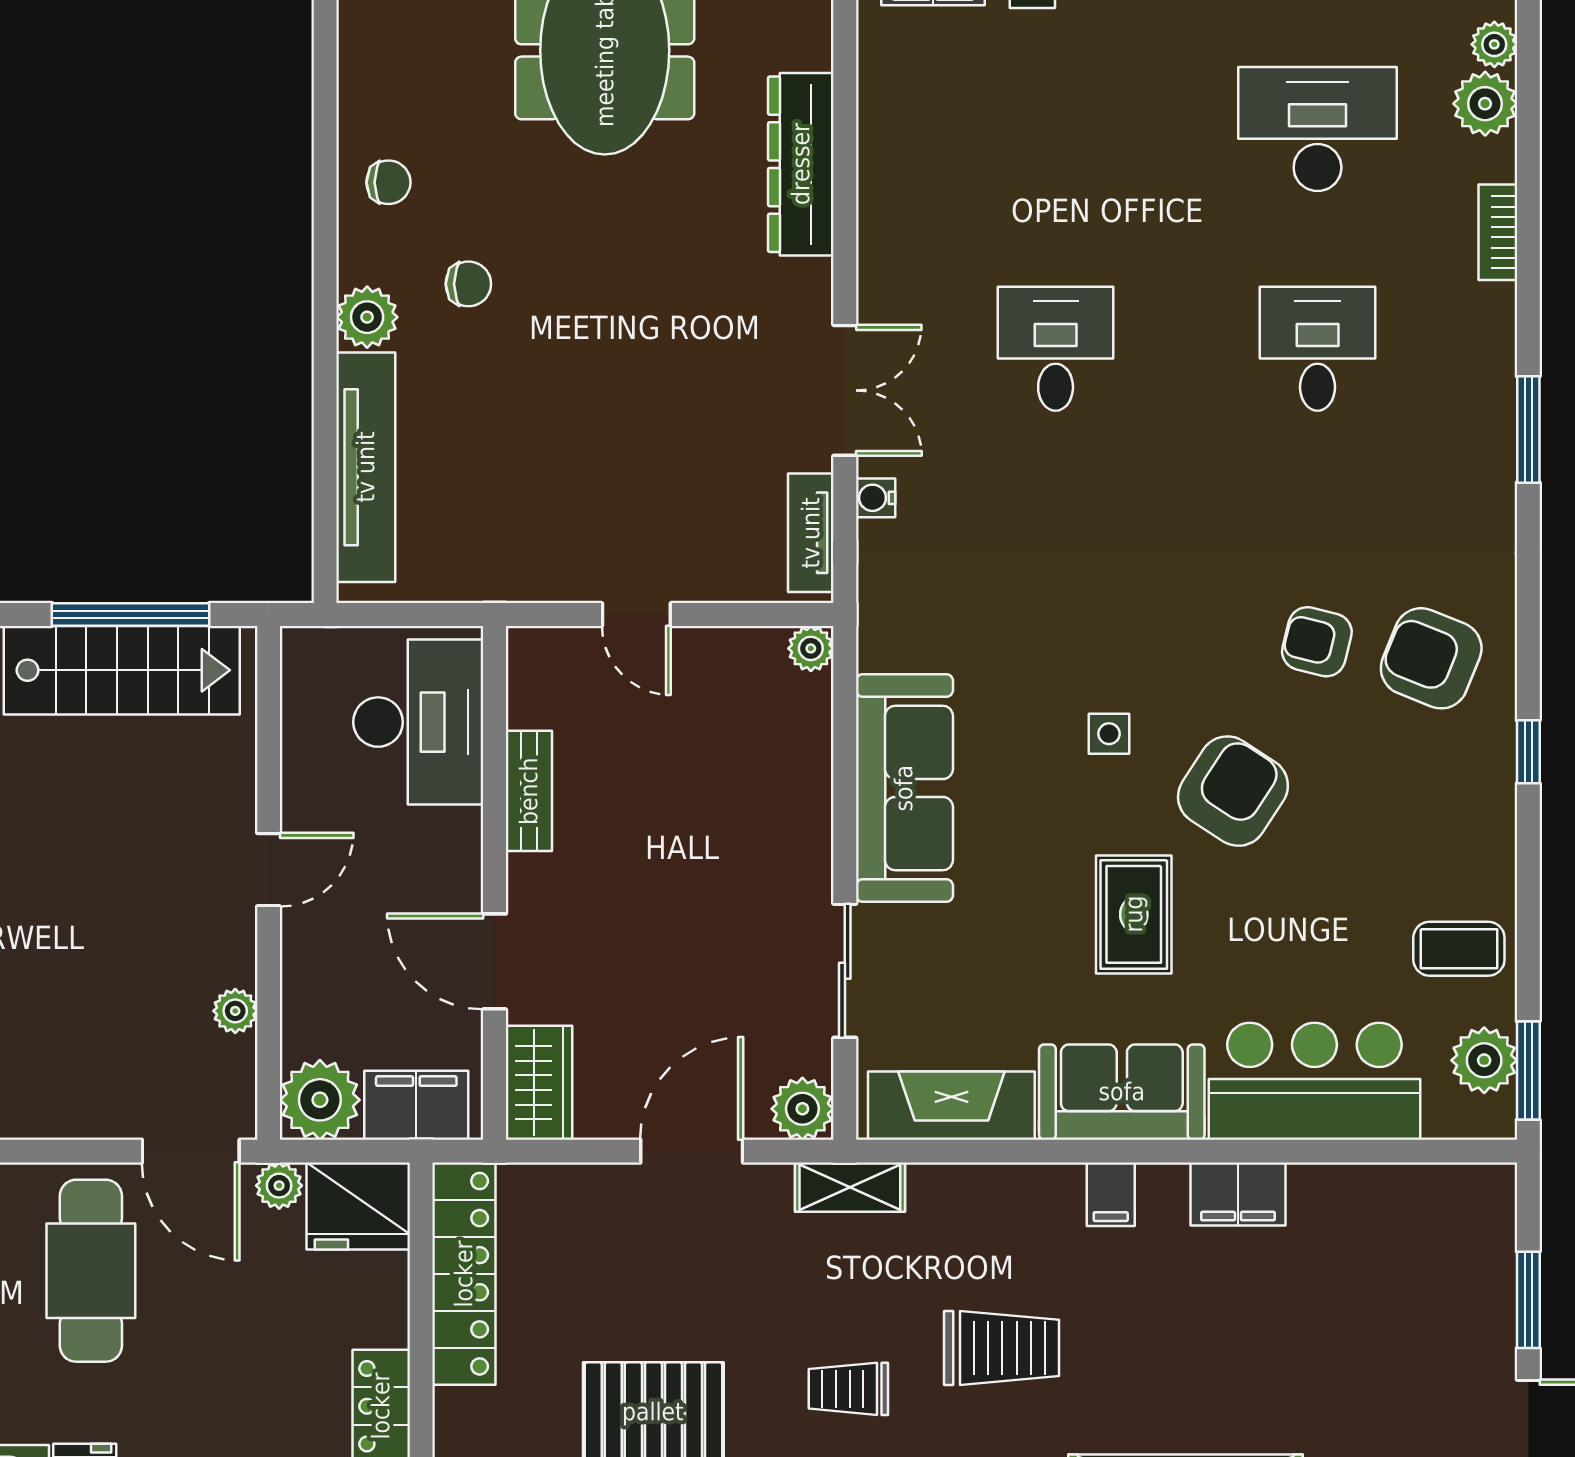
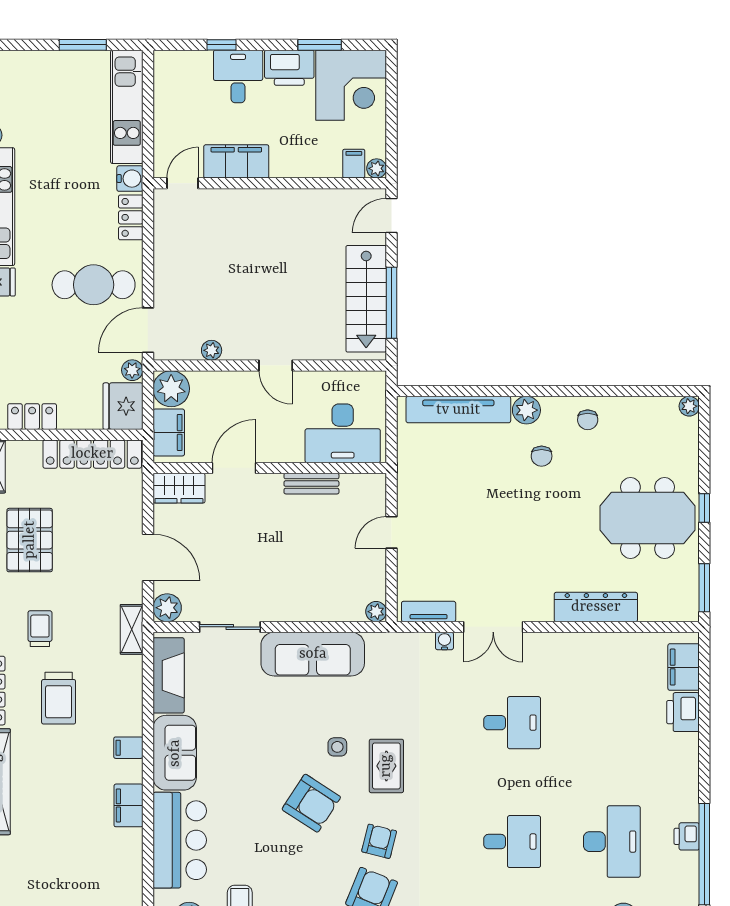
rug: (1134, 914) -> (386, 766), moved, turned 90

